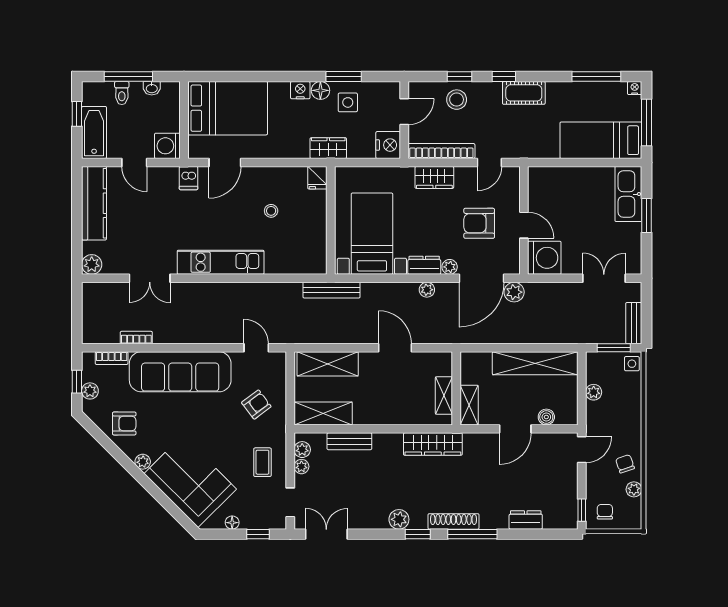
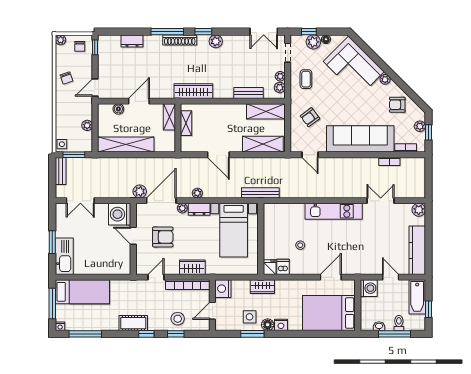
dishwasher: (189, 178) -> (283, 267), moved
plant: (634, 489) -> (61, 40), moved
plant: (251, 518) -> (313, 42), added

